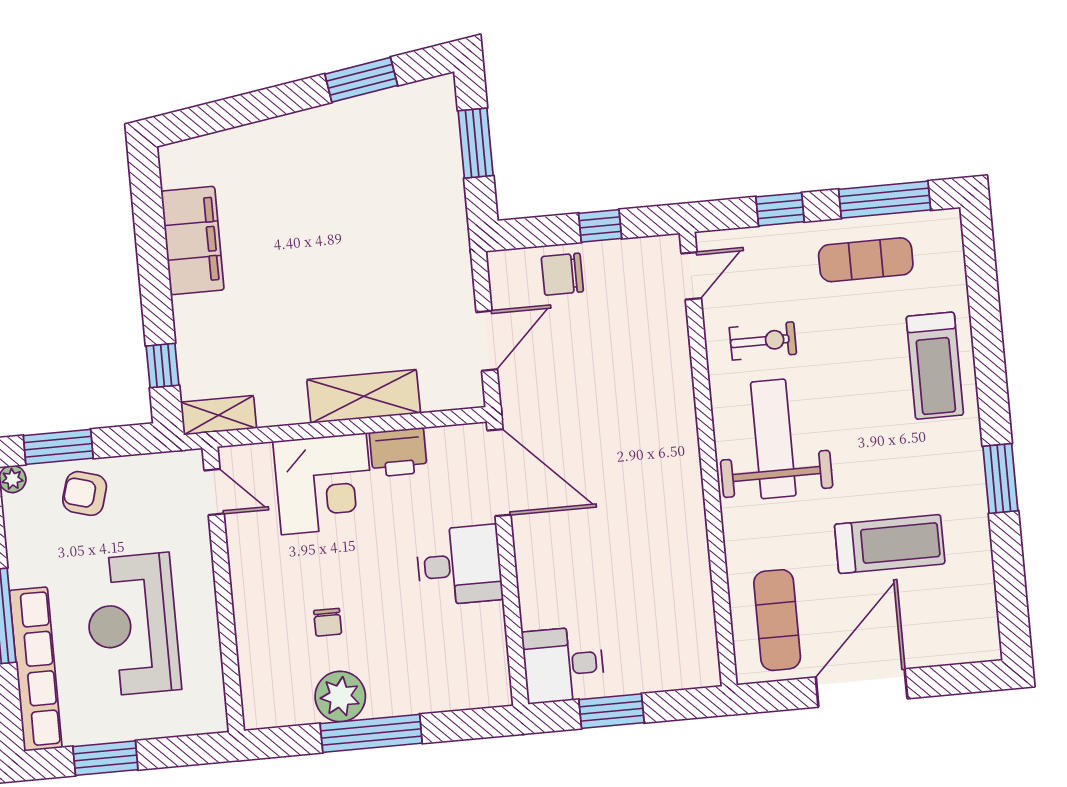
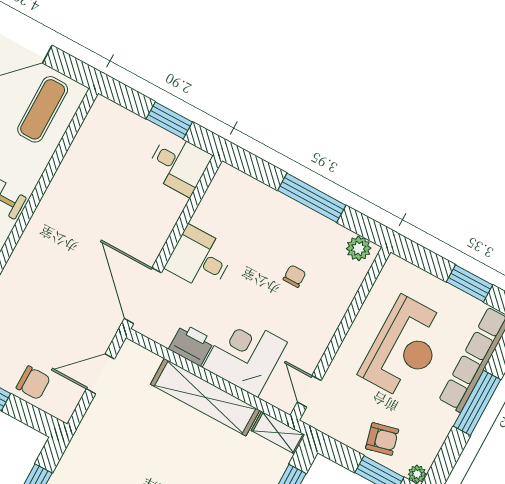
shelving: (364, 396) -> (205, 397), width x1.47
armchair: (85, 493) -> (382, 439), turned -30
plant: (340, 696) -> (359, 248), moved, width x0.73, depth x0.73

